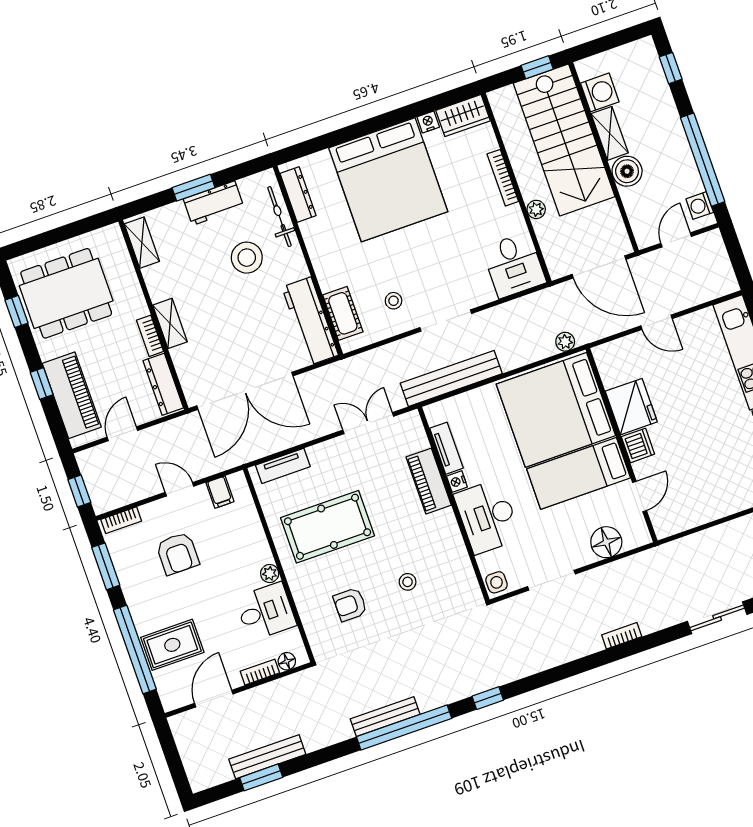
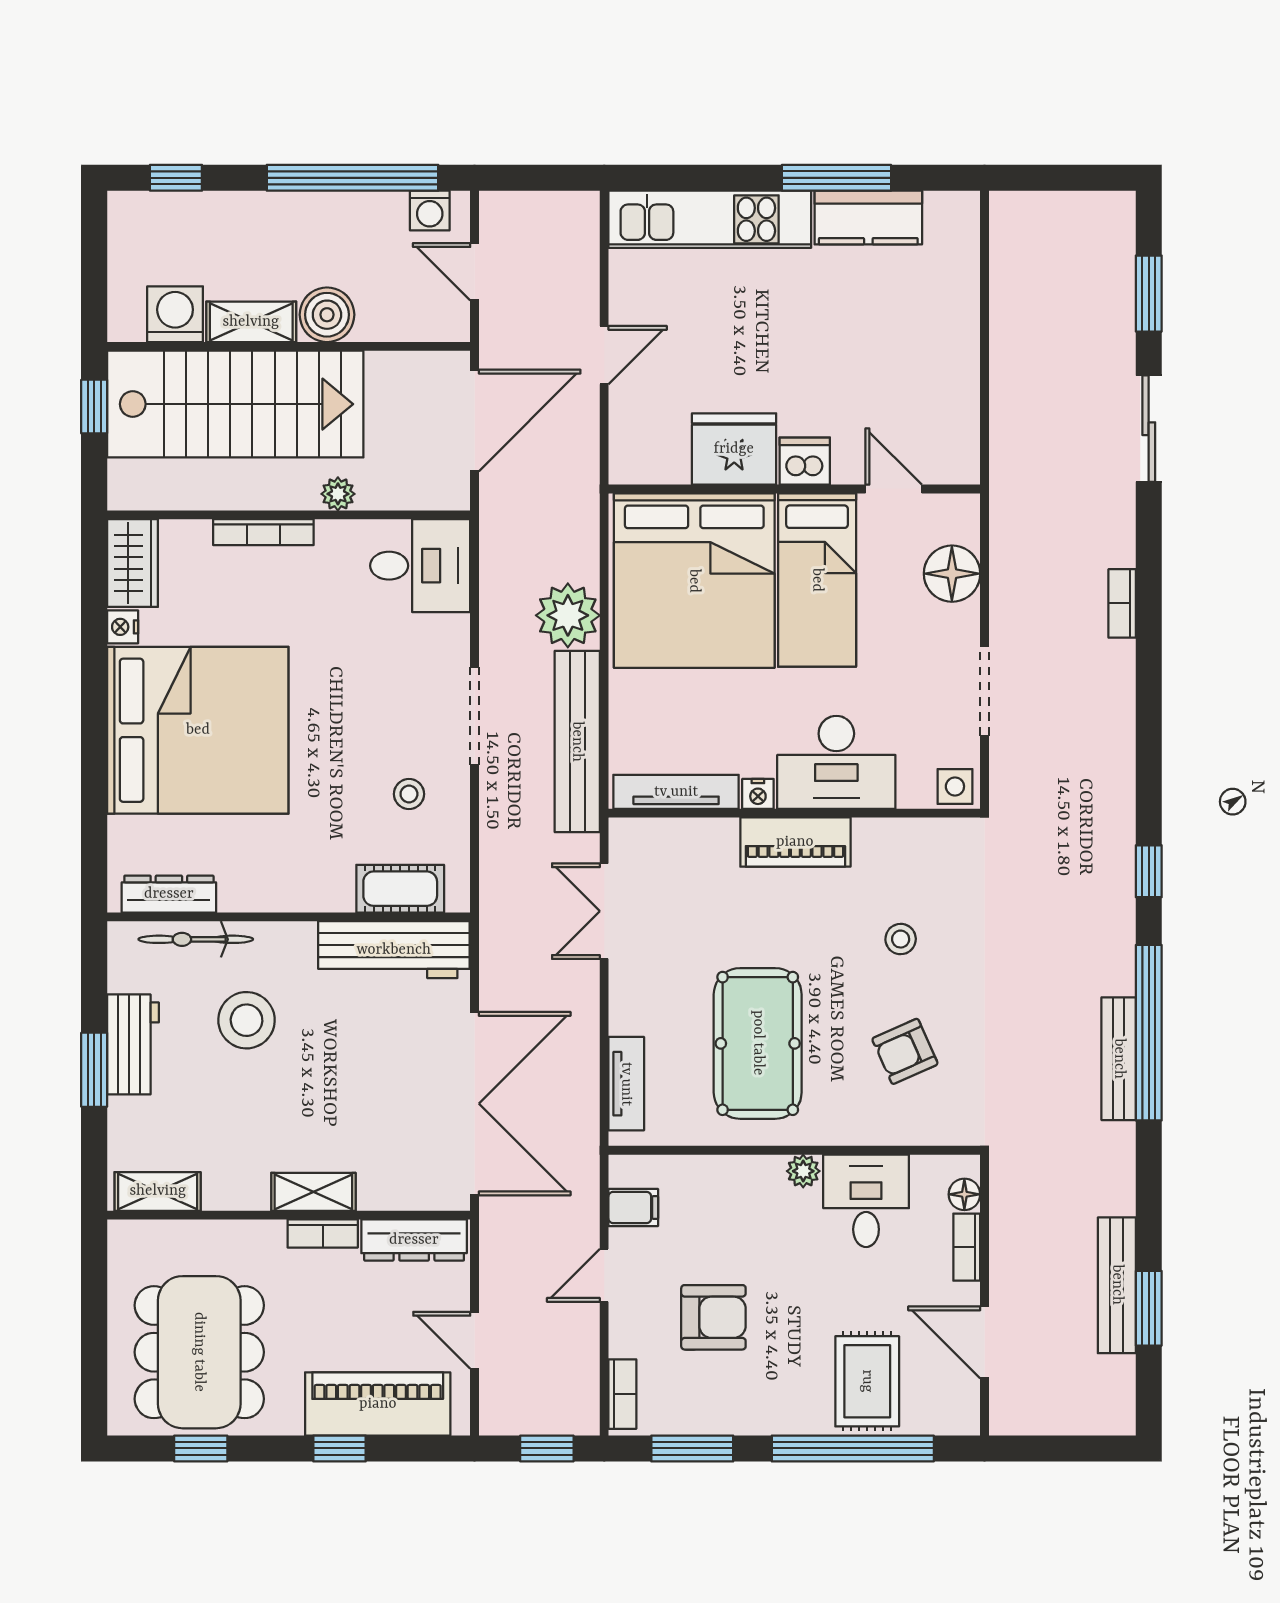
plant: (565, 342) -> (568, 615), moved, width x1.88, depth x1.88
tv unit: (446, 448) -> (676, 792), width x1.41
piano: (429, 481) -> (795, 842), moved
armchair: (350, 605) -> (905, 1051), turned 66

